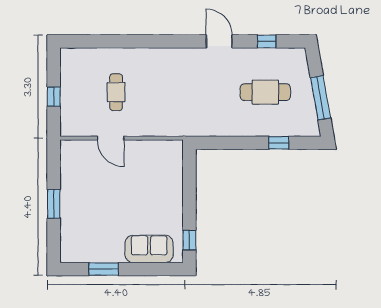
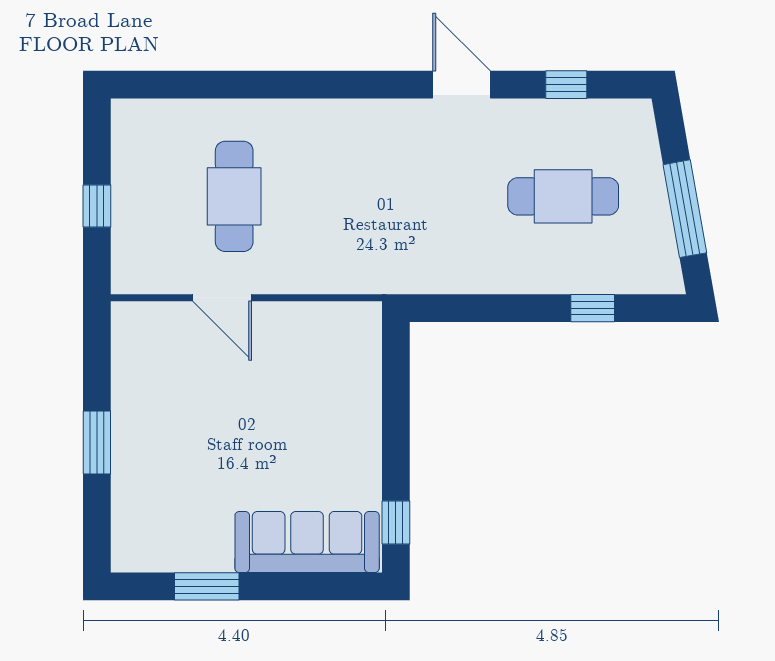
cafe table: (116, 92) -> (234, 196), width x1.37, depth x1.35
sofa: (149, 249) -> (307, 542), width x1.36

